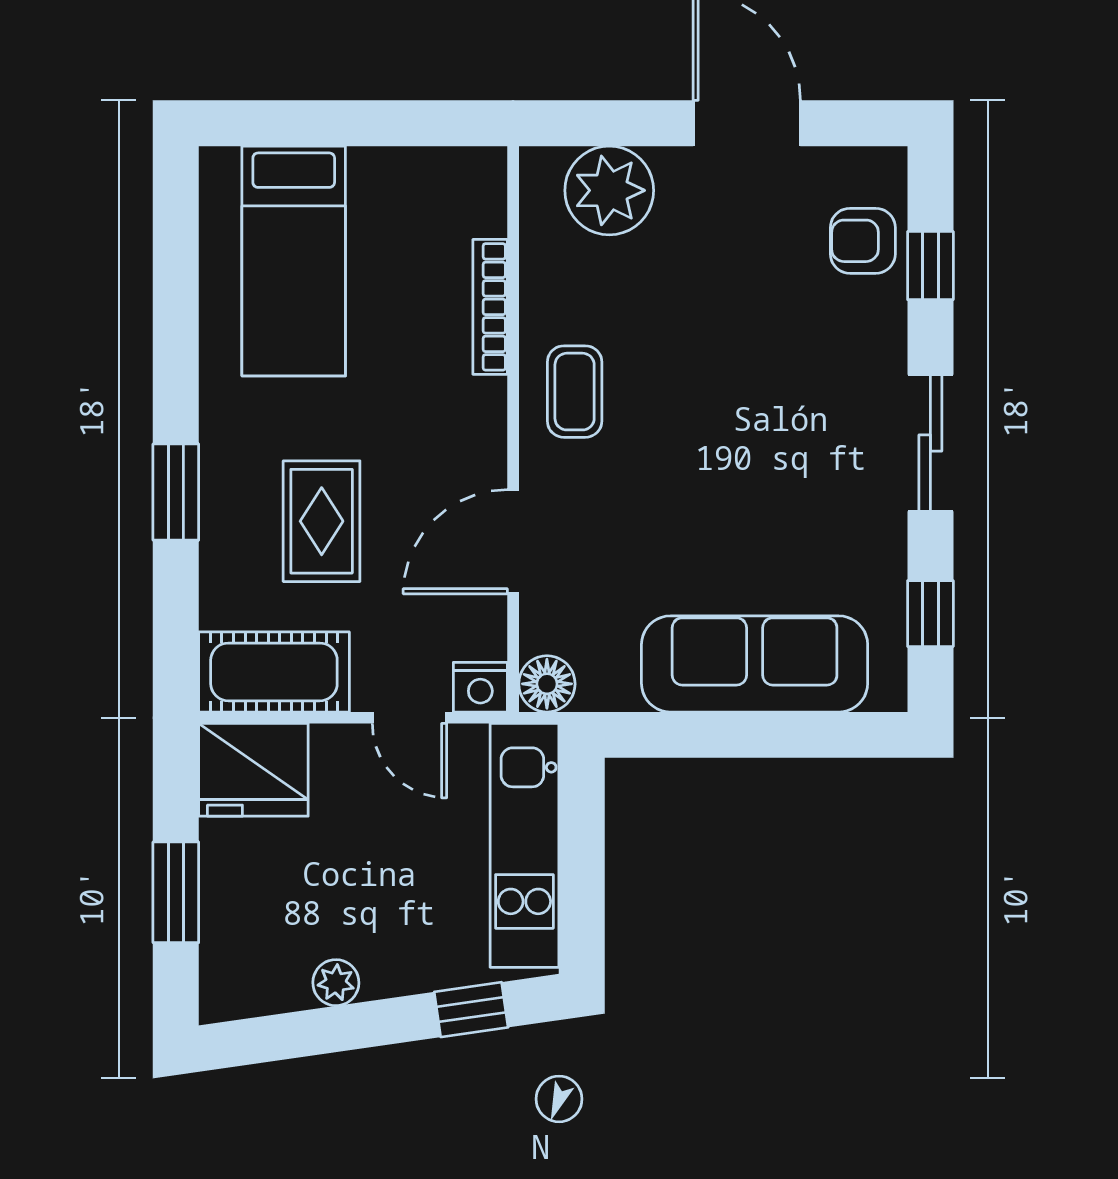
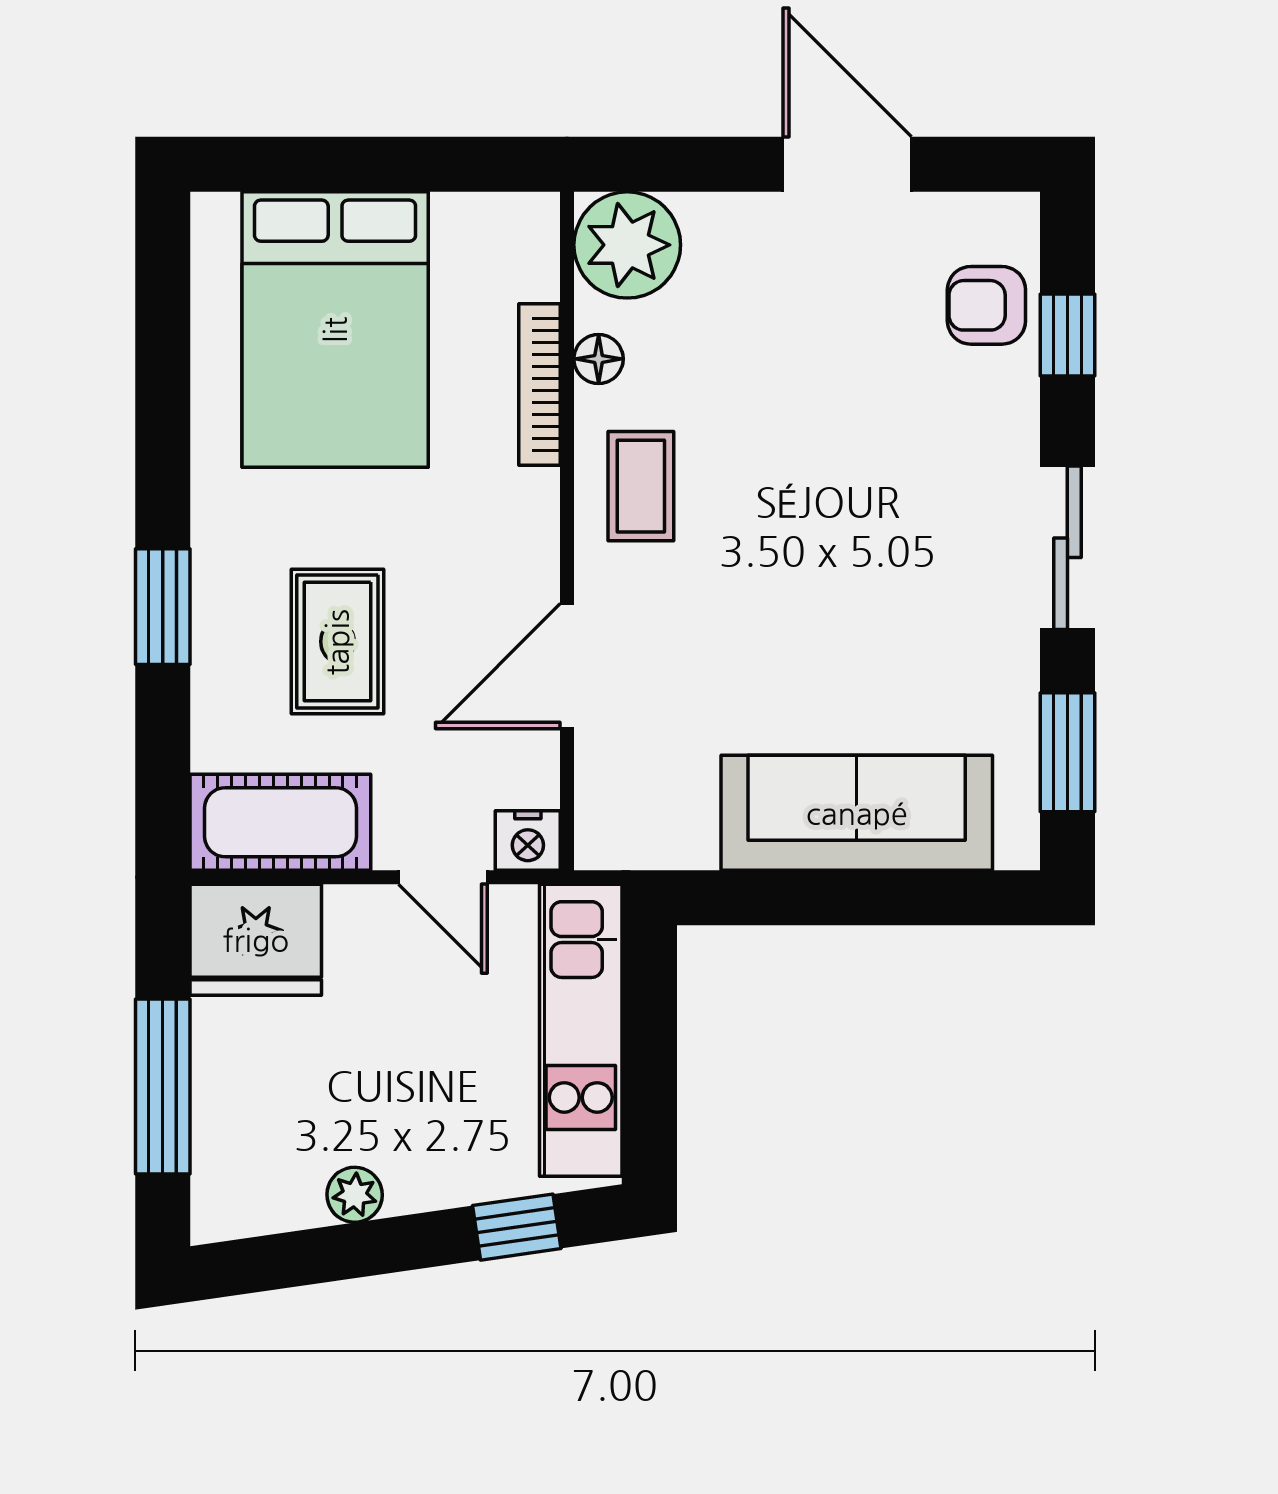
plant: (609, 190) -> (627, 245), moved
bed: (294, 261) -> (335, 330), width x1.50
window: (930, 614) -> (1067, 752), width x1.50
floor lamp: (547, 684) -> (599, 359), moved, width x0.73, depth x0.73
window: (176, 892) -> (163, 1087), width x1.44

